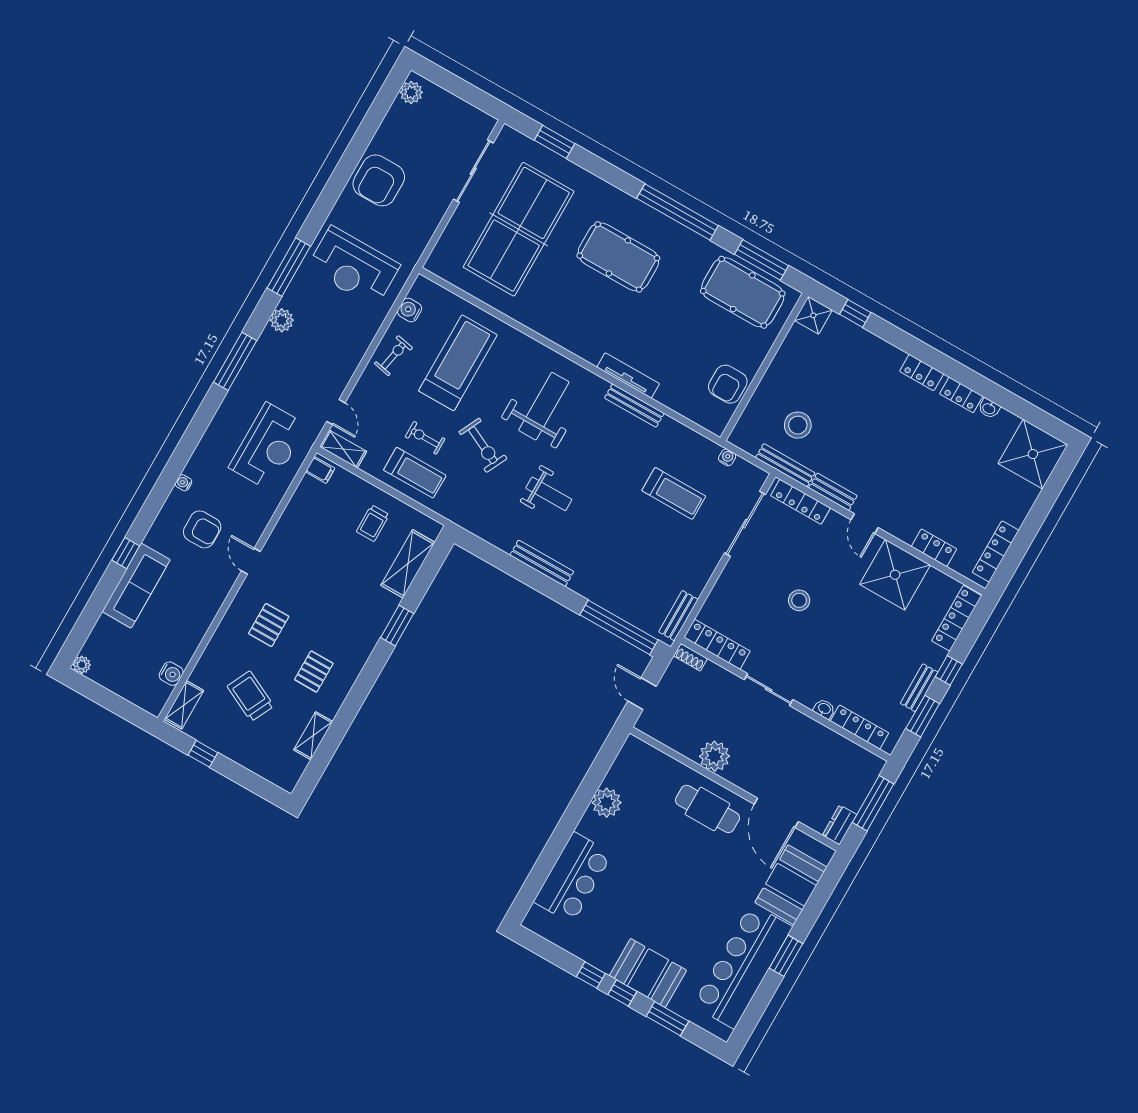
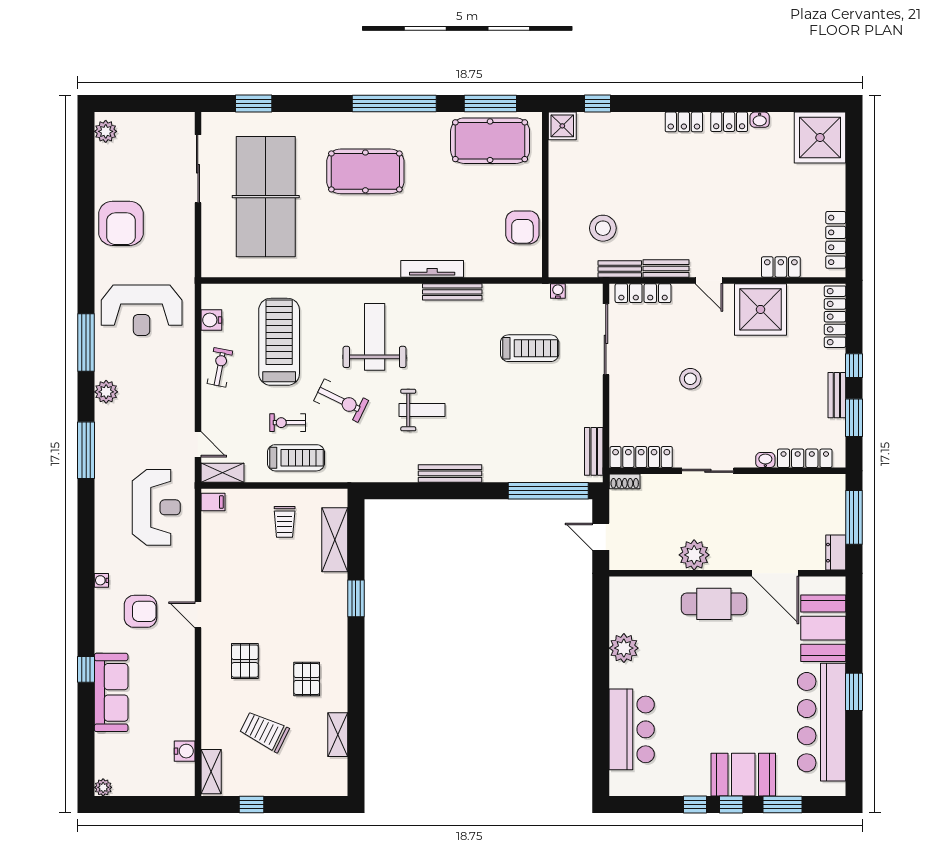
bench: (785, 465) -> (620, 269), width x0.73

